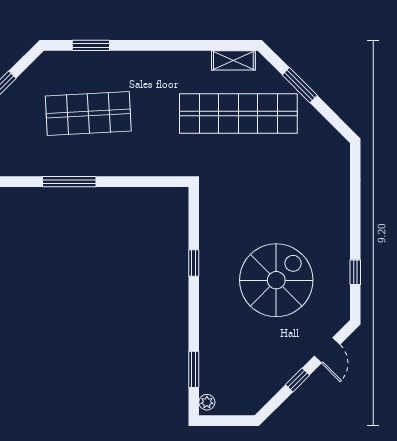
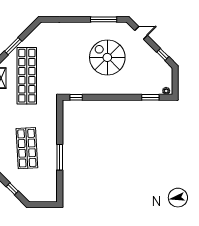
window: (194, 263) -> (76, 97), moved
window: (355, 272) -> (104, 19), width x2.17
window: (298, 380) -> (163, 54), moved

